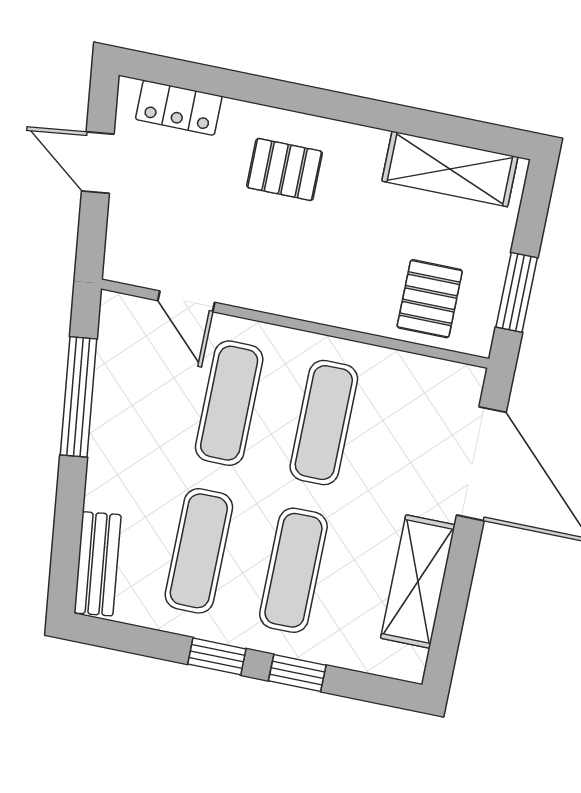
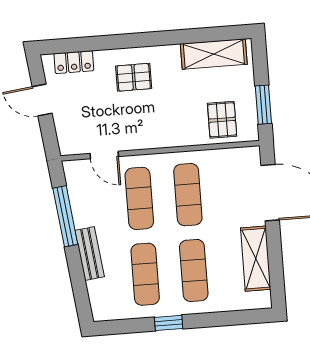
bench: (98, 564) -> (90, 254), moved
window: (297, 673) -> (210, 320), removed

